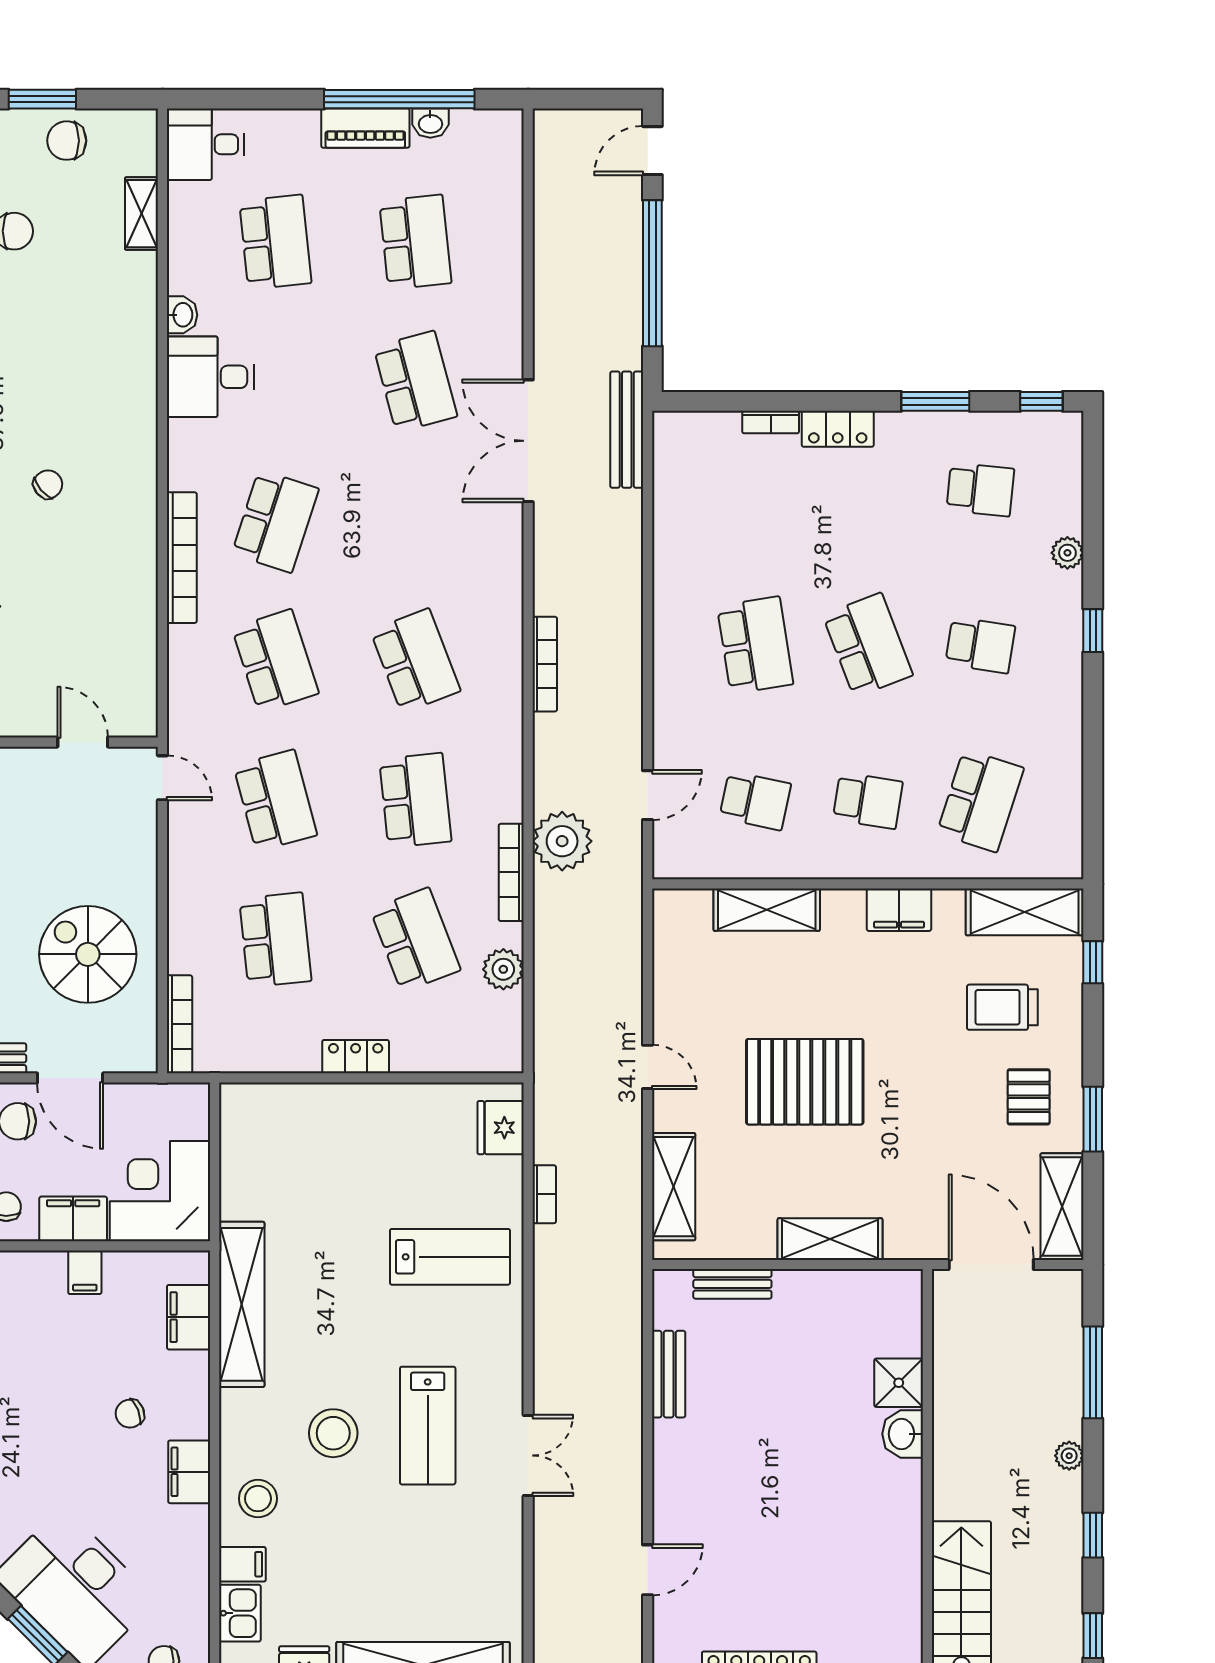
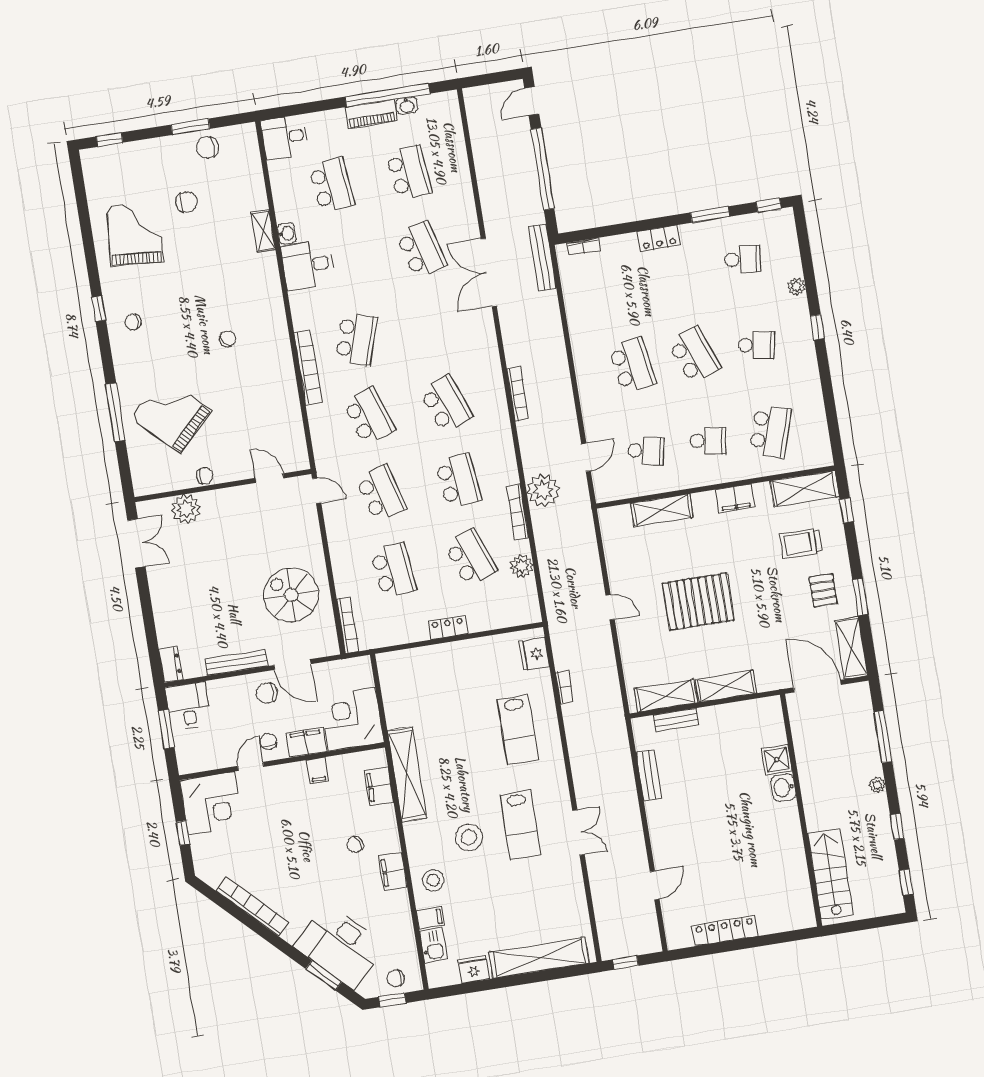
shelving: (142, 214) -> (263, 231), moved
bookcase: (771, 422) -> (584, 247), moved
shelving: (674, 1187) -> (666, 696), moved, turned 90
lab bench: (450, 1257) -> (518, 730), turned 90

